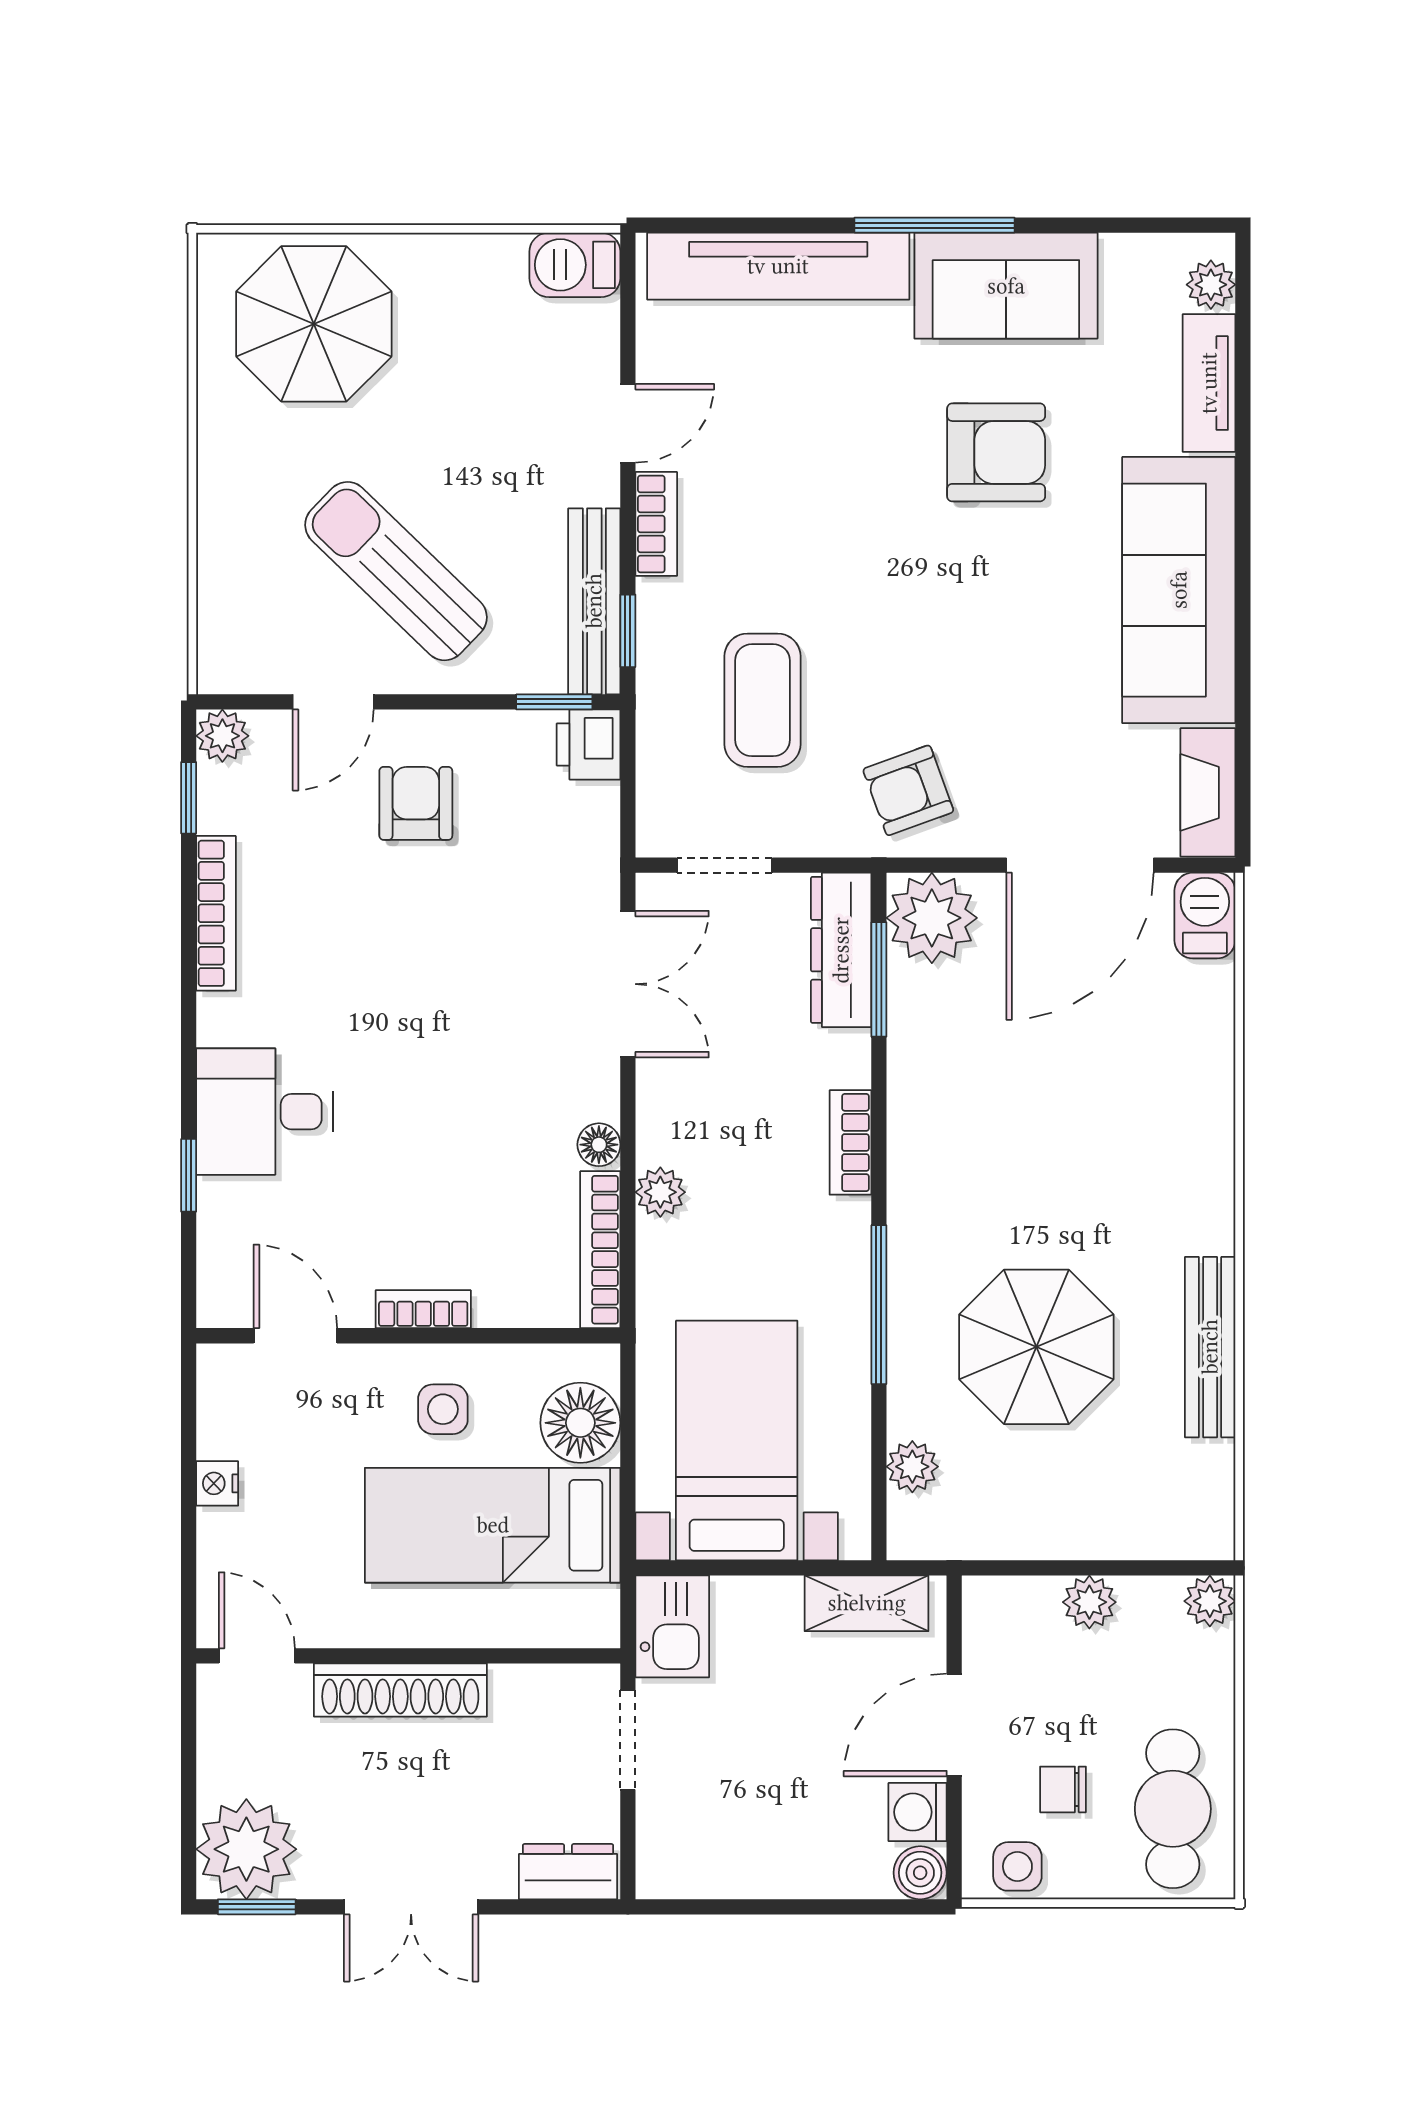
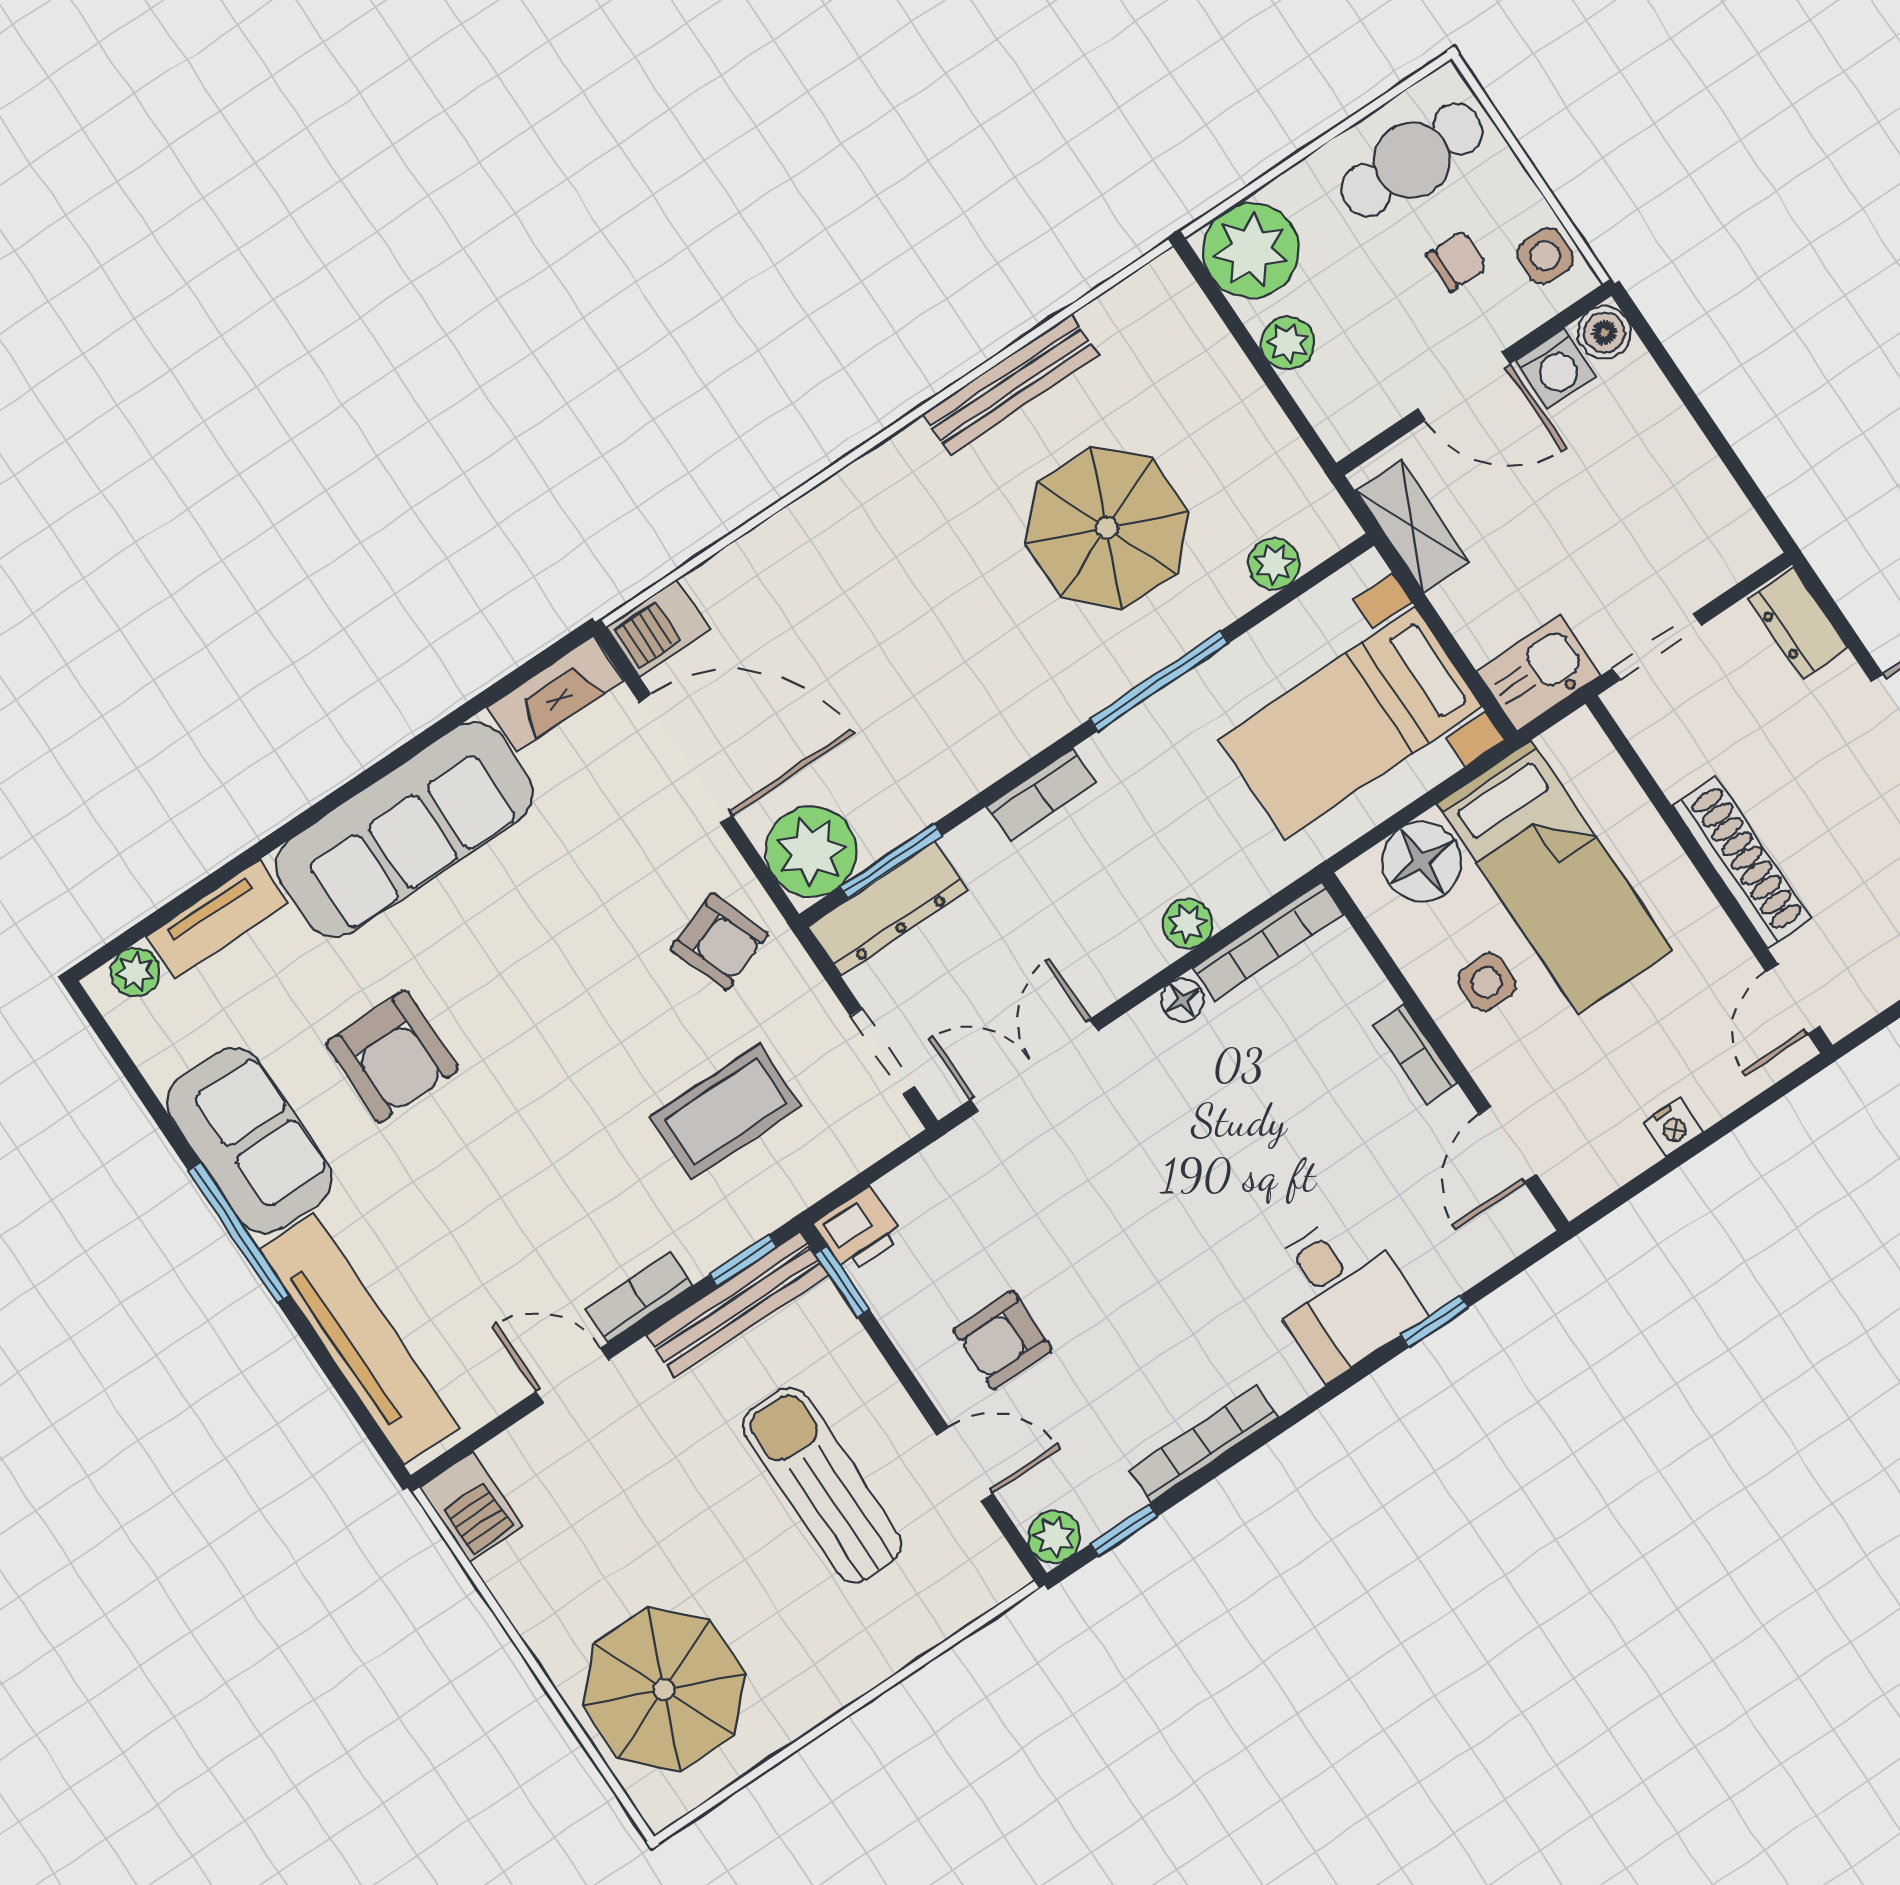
armchair: (996, 452) -> (392, 1056), turned 180
sun lounger: (396, 571) -> (822, 1485), turned 136
plant: (1210, 1601) -> (1251, 250), width x1.88, depth x1.88
chair: (1063, 1789) -> (1457, 261), turned -90

